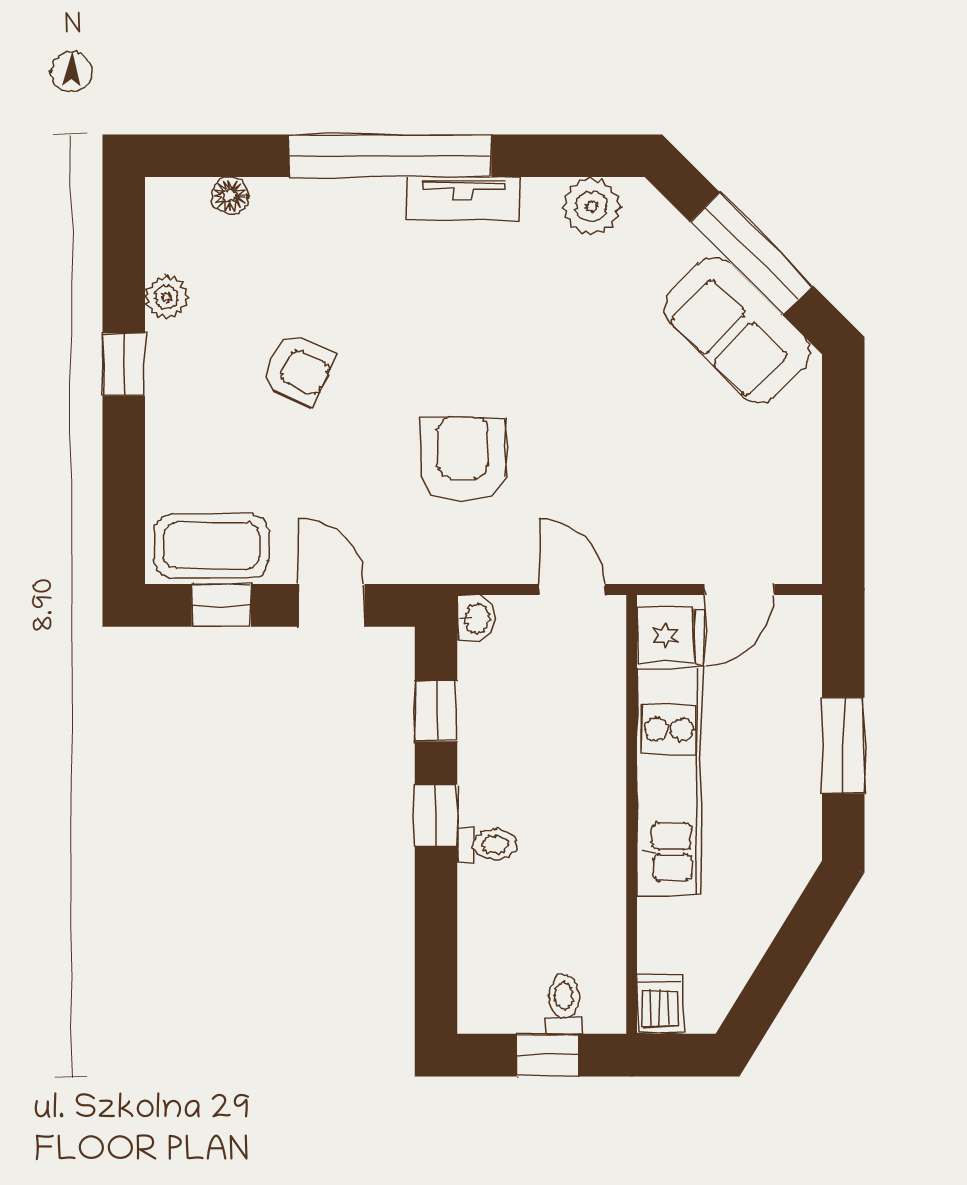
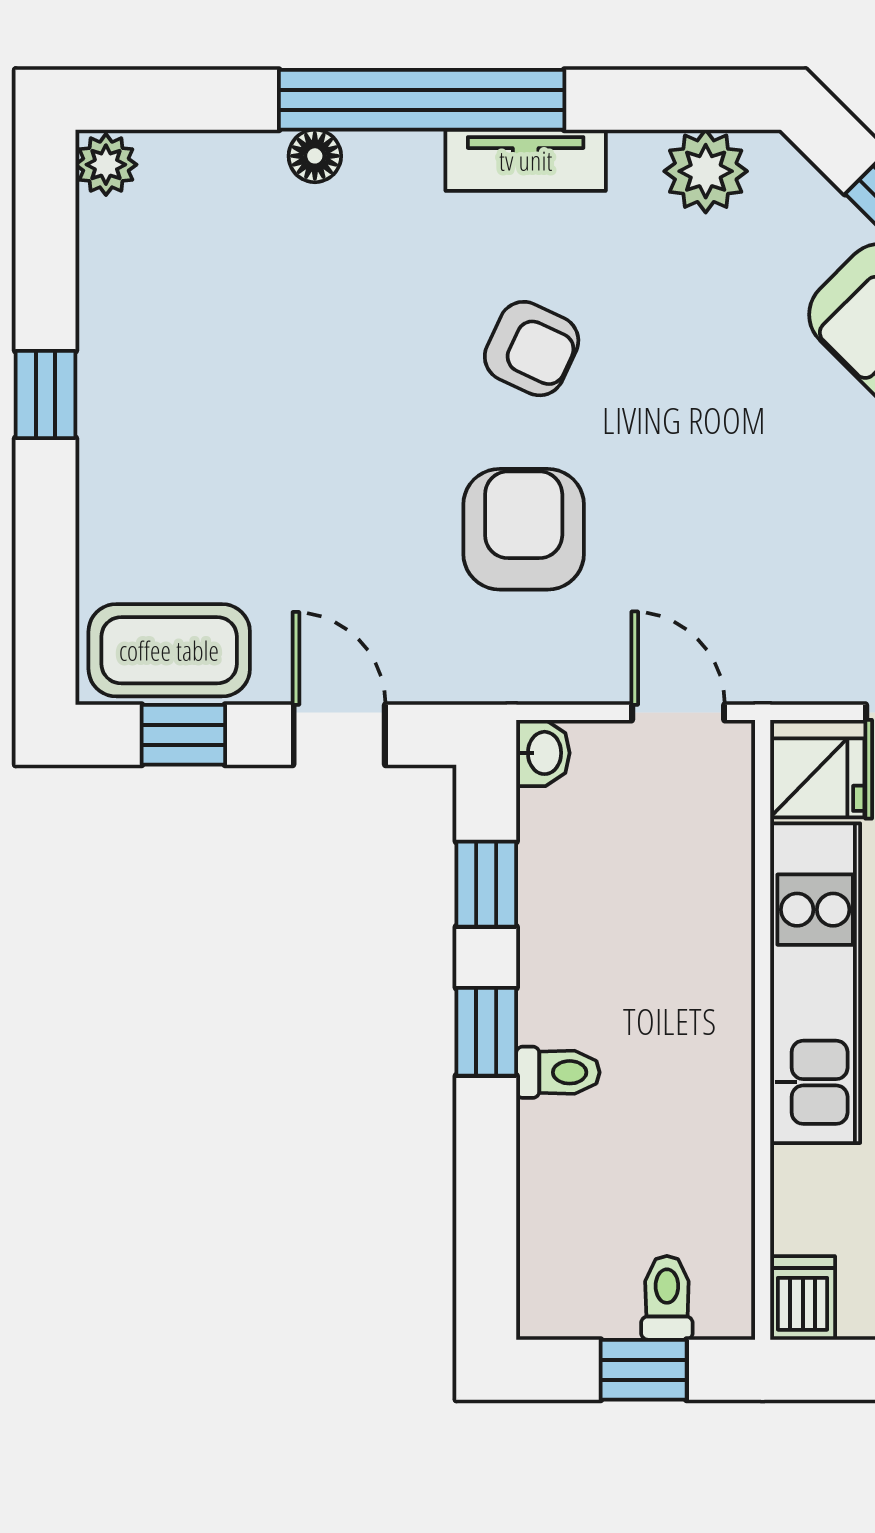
floor lamp: (230, 195) -> (315, 156), moved
plant: (167, 297) -> (106, 165), moved
armchair: (298, 368) -> (532, 349), moved

